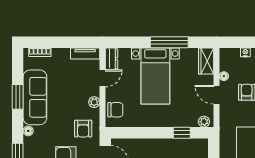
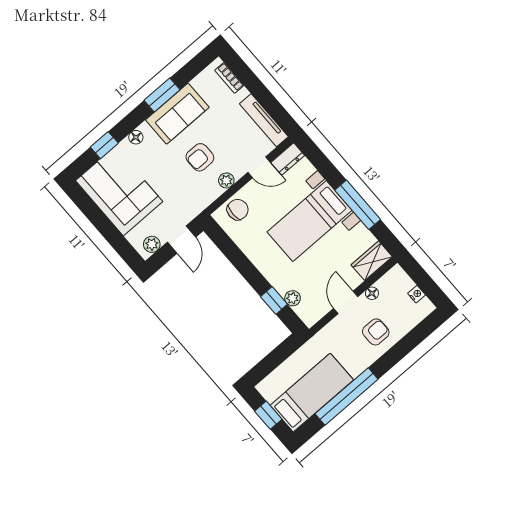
tv unit: (85, 53) -> (264, 120), width x1.41
sofa: (35, 97) -> (177, 114), width x0.73
chair: (115, 110) -> (238, 210), turned -90
plant: (204, 122) -> (293, 298), moved
armchair: (83, 129) -> (200, 157), moved

